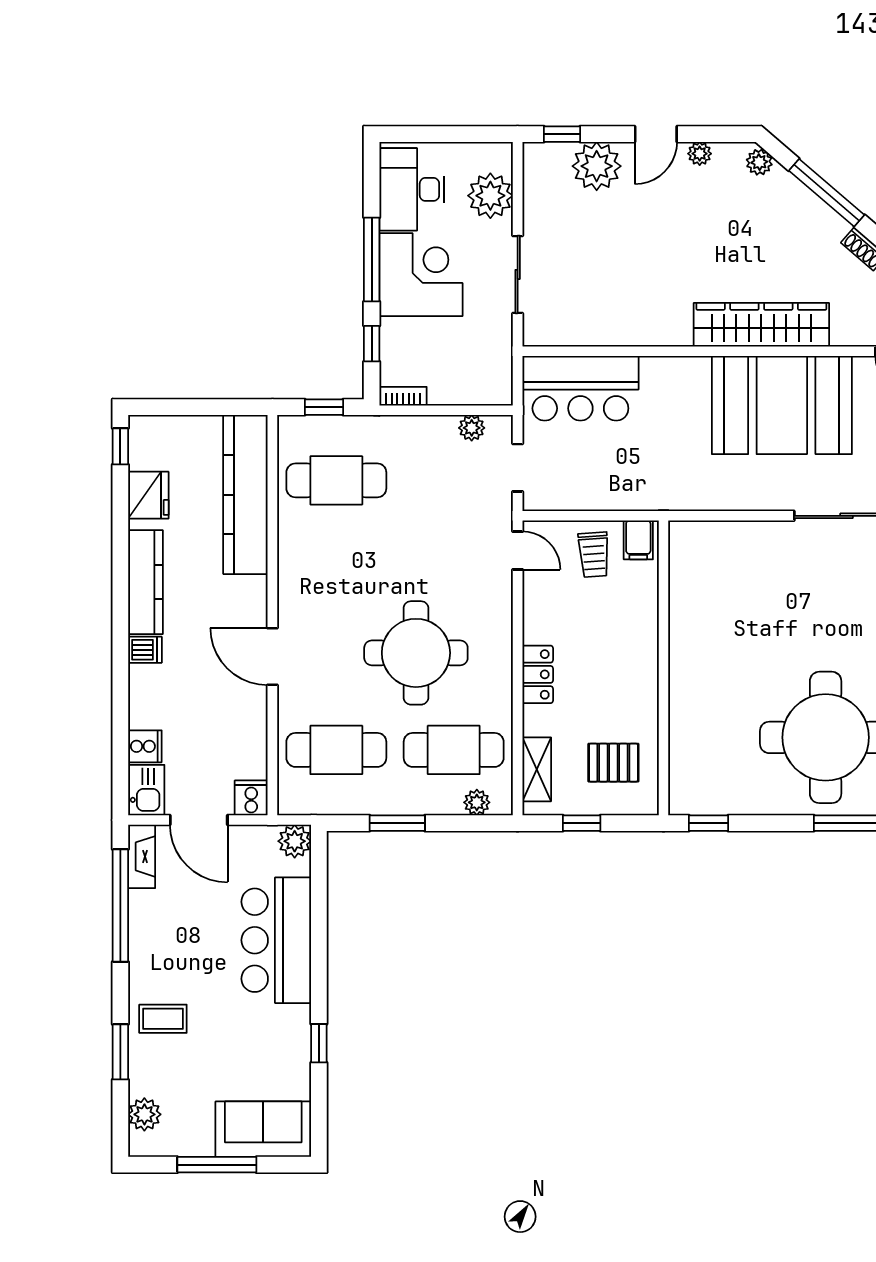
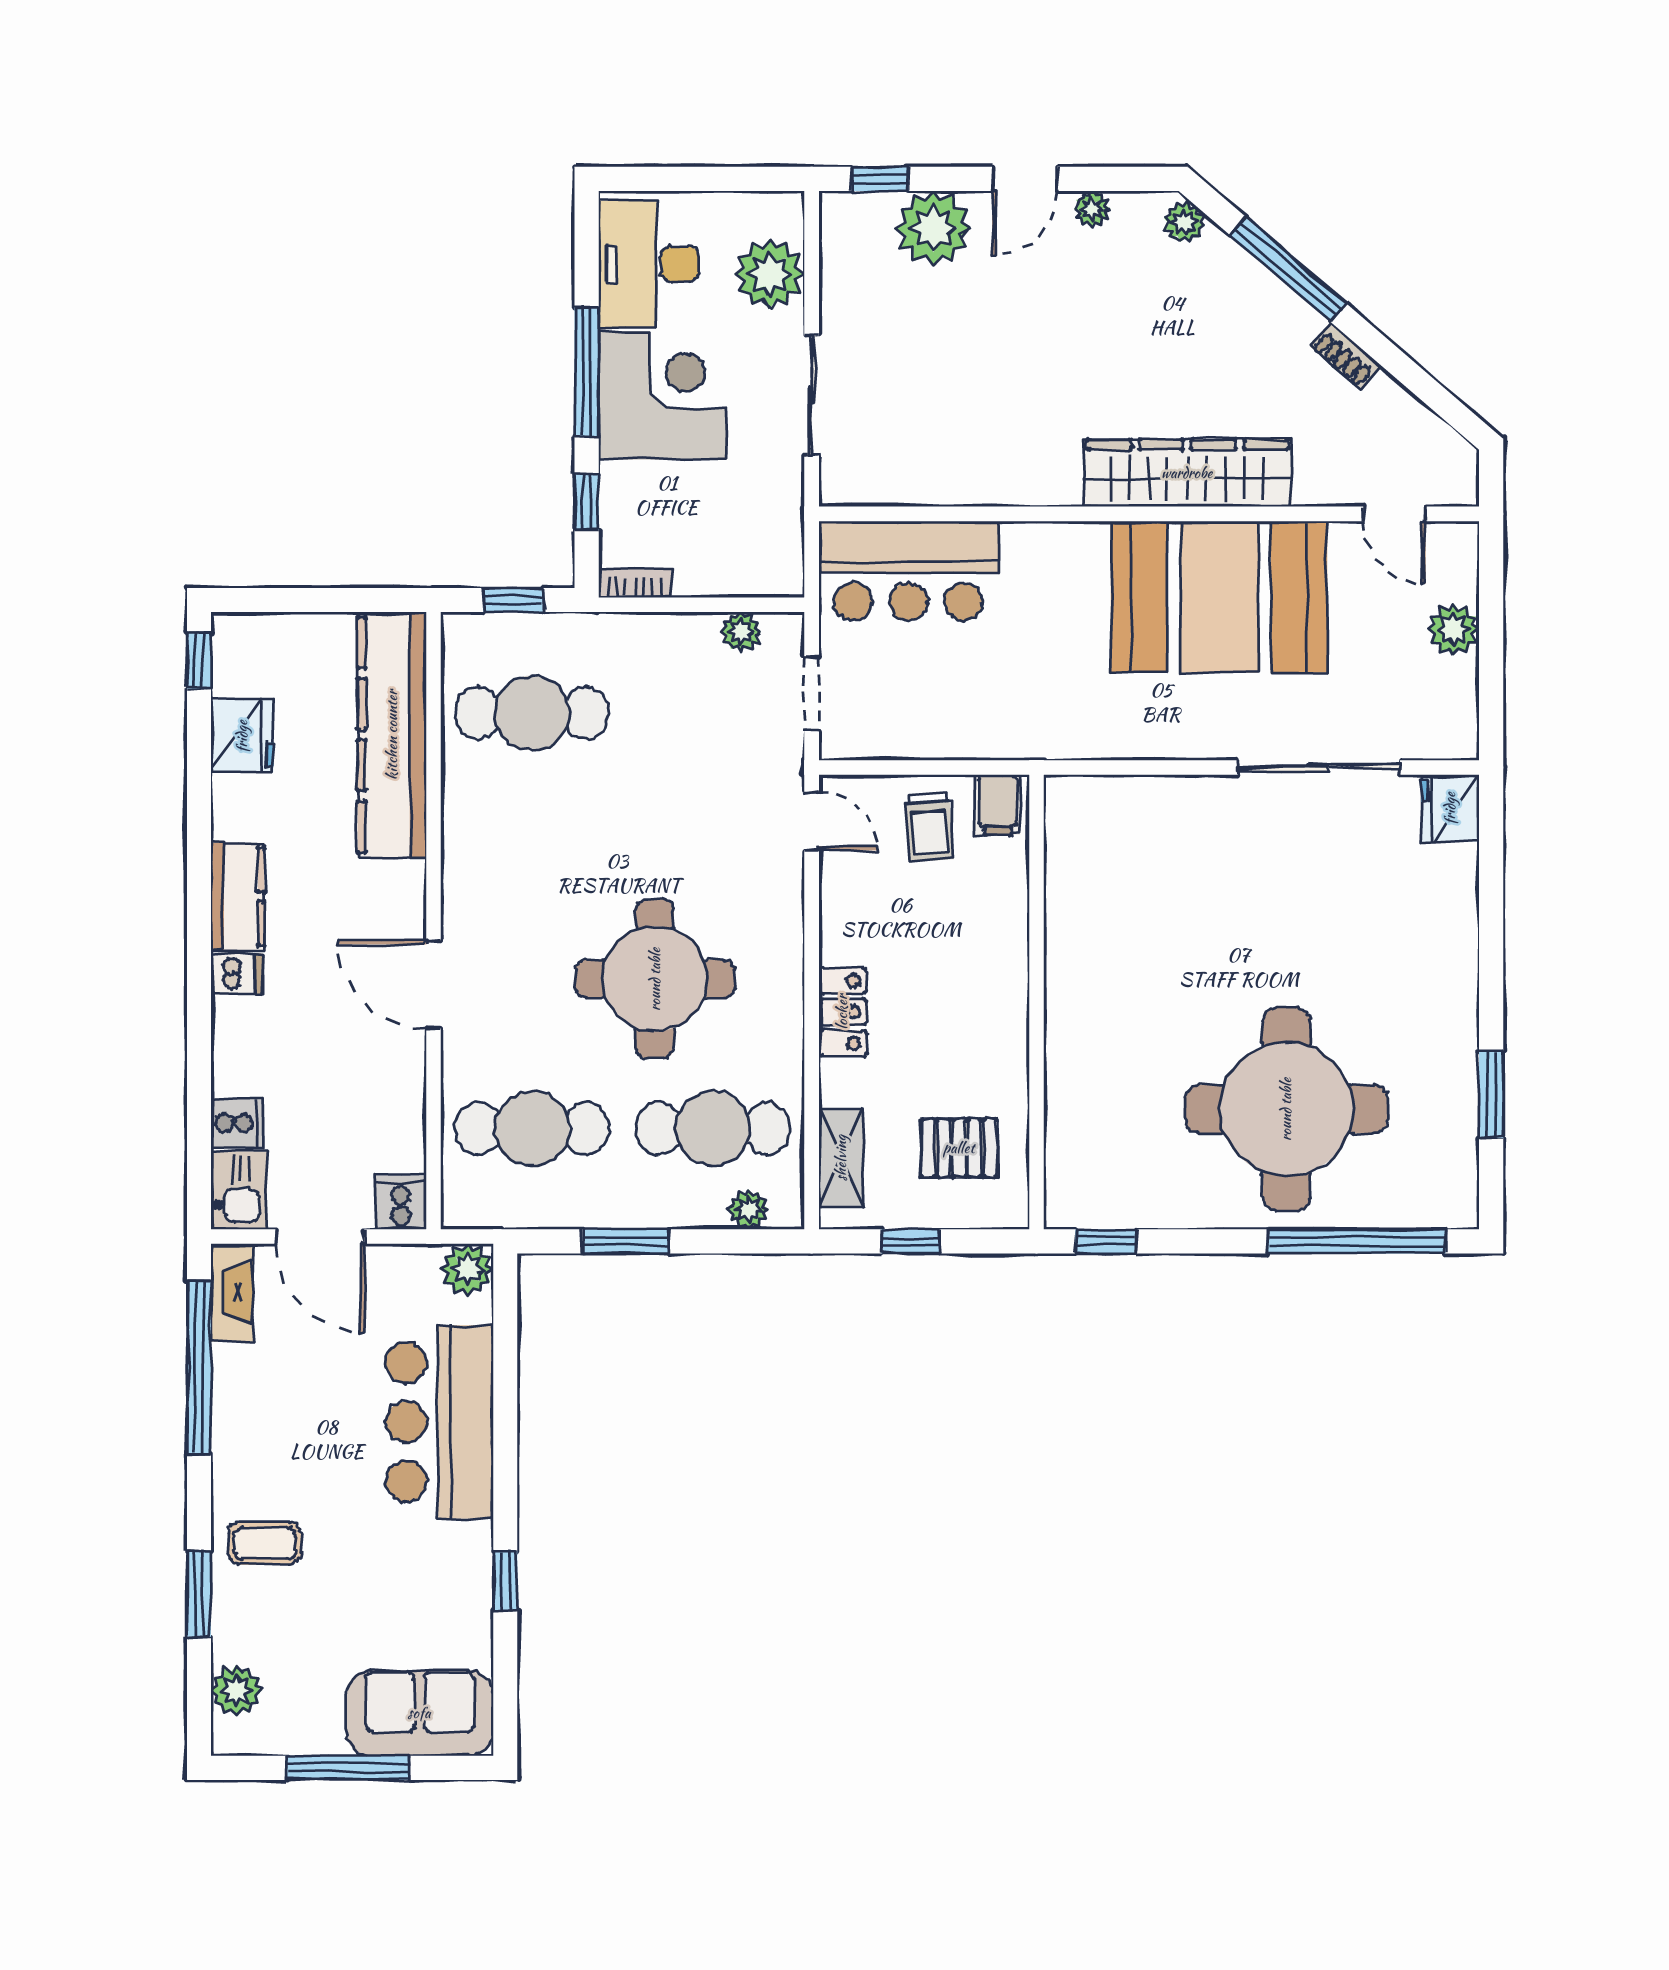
kitchen counter: (145, 582) -> (238, 896), width x0.67

